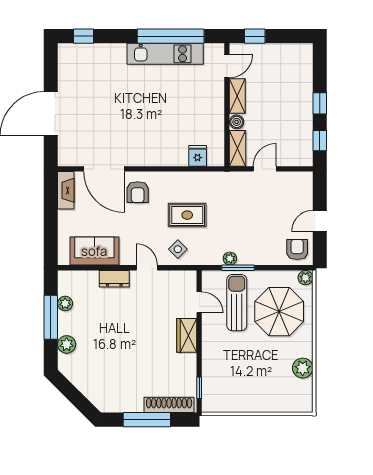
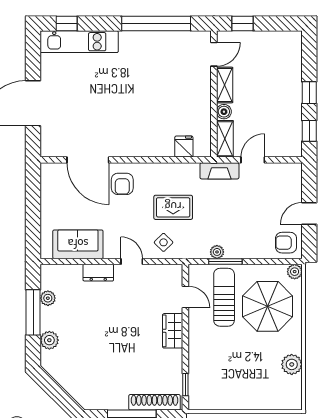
kitchen unit: (165, 54) -> (79, 42), moved
fireplace: (66, 190) -> (219, 171), moved, turned 90
armchair: (297, 249) -> (286, 243), turned -90

